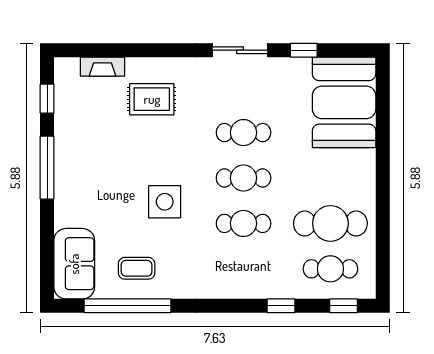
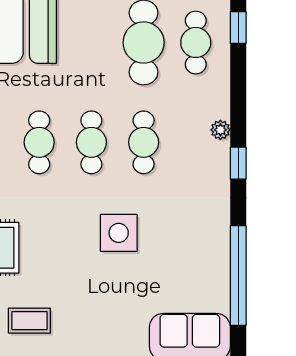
coffee table: (137, 268) -> (29, 321), moved, turned 90
plant: (254, 290) -> (220, 130), added
window: (281, 306) -> (238, 163), moved

